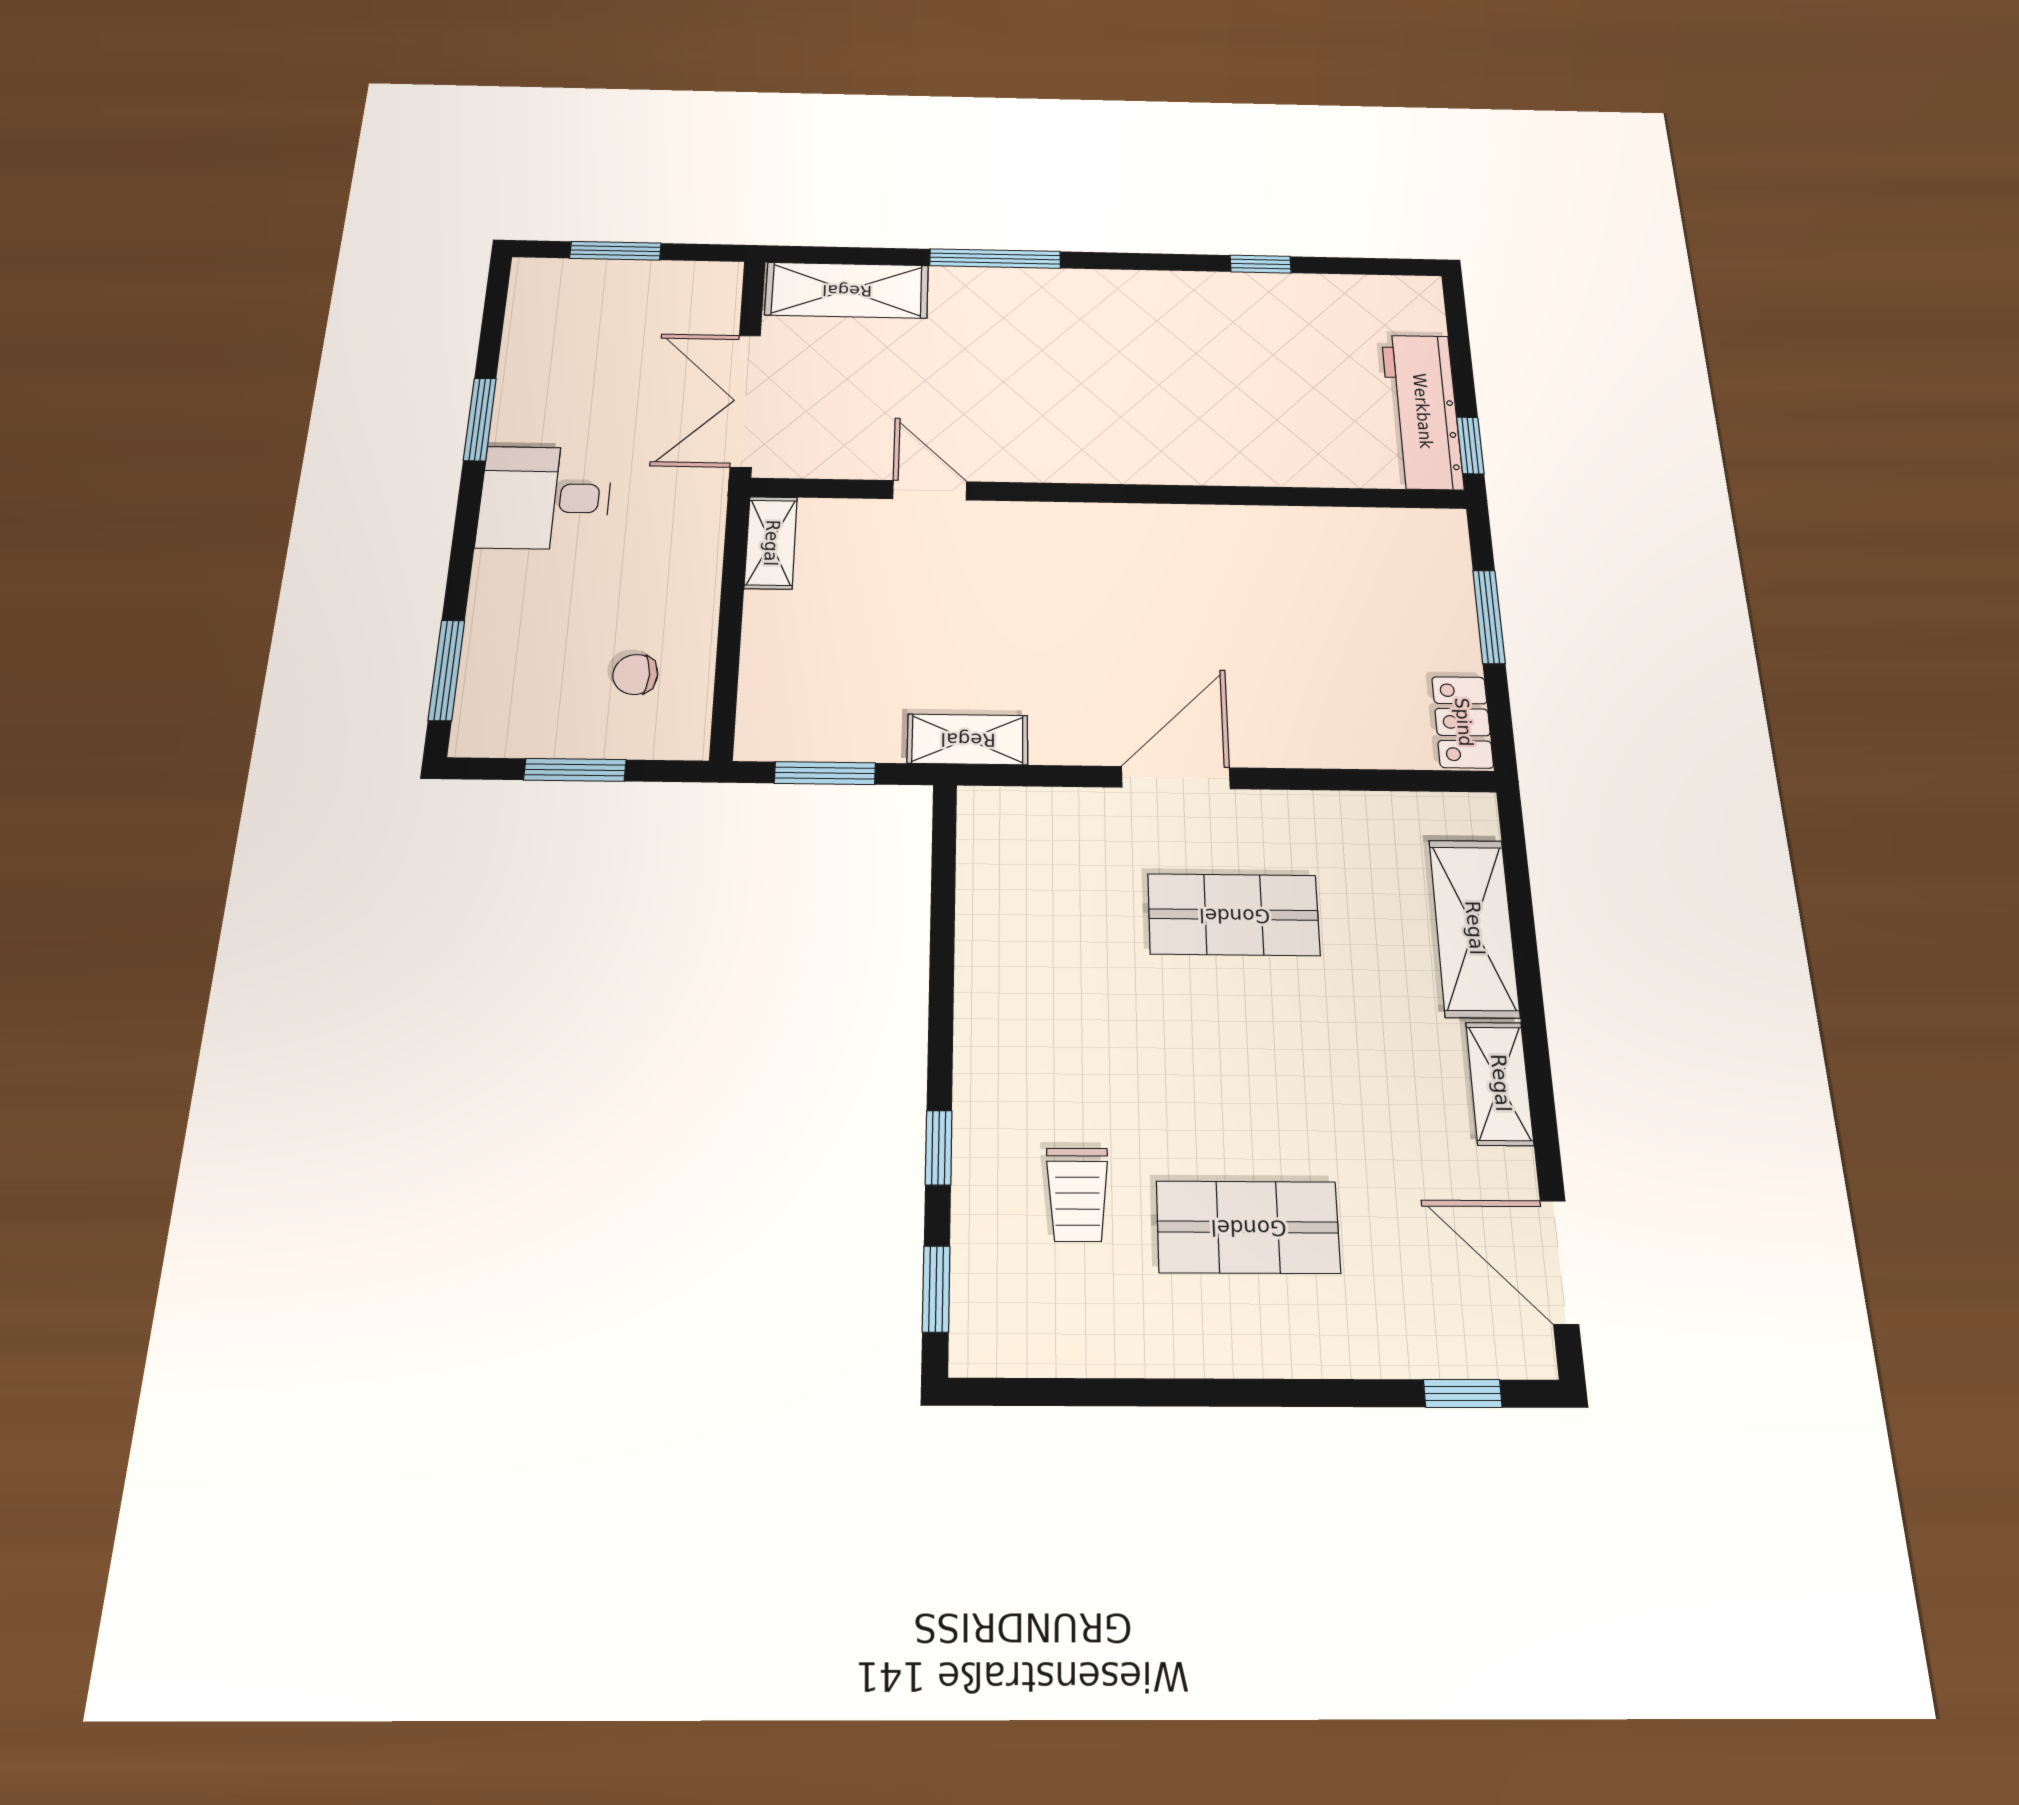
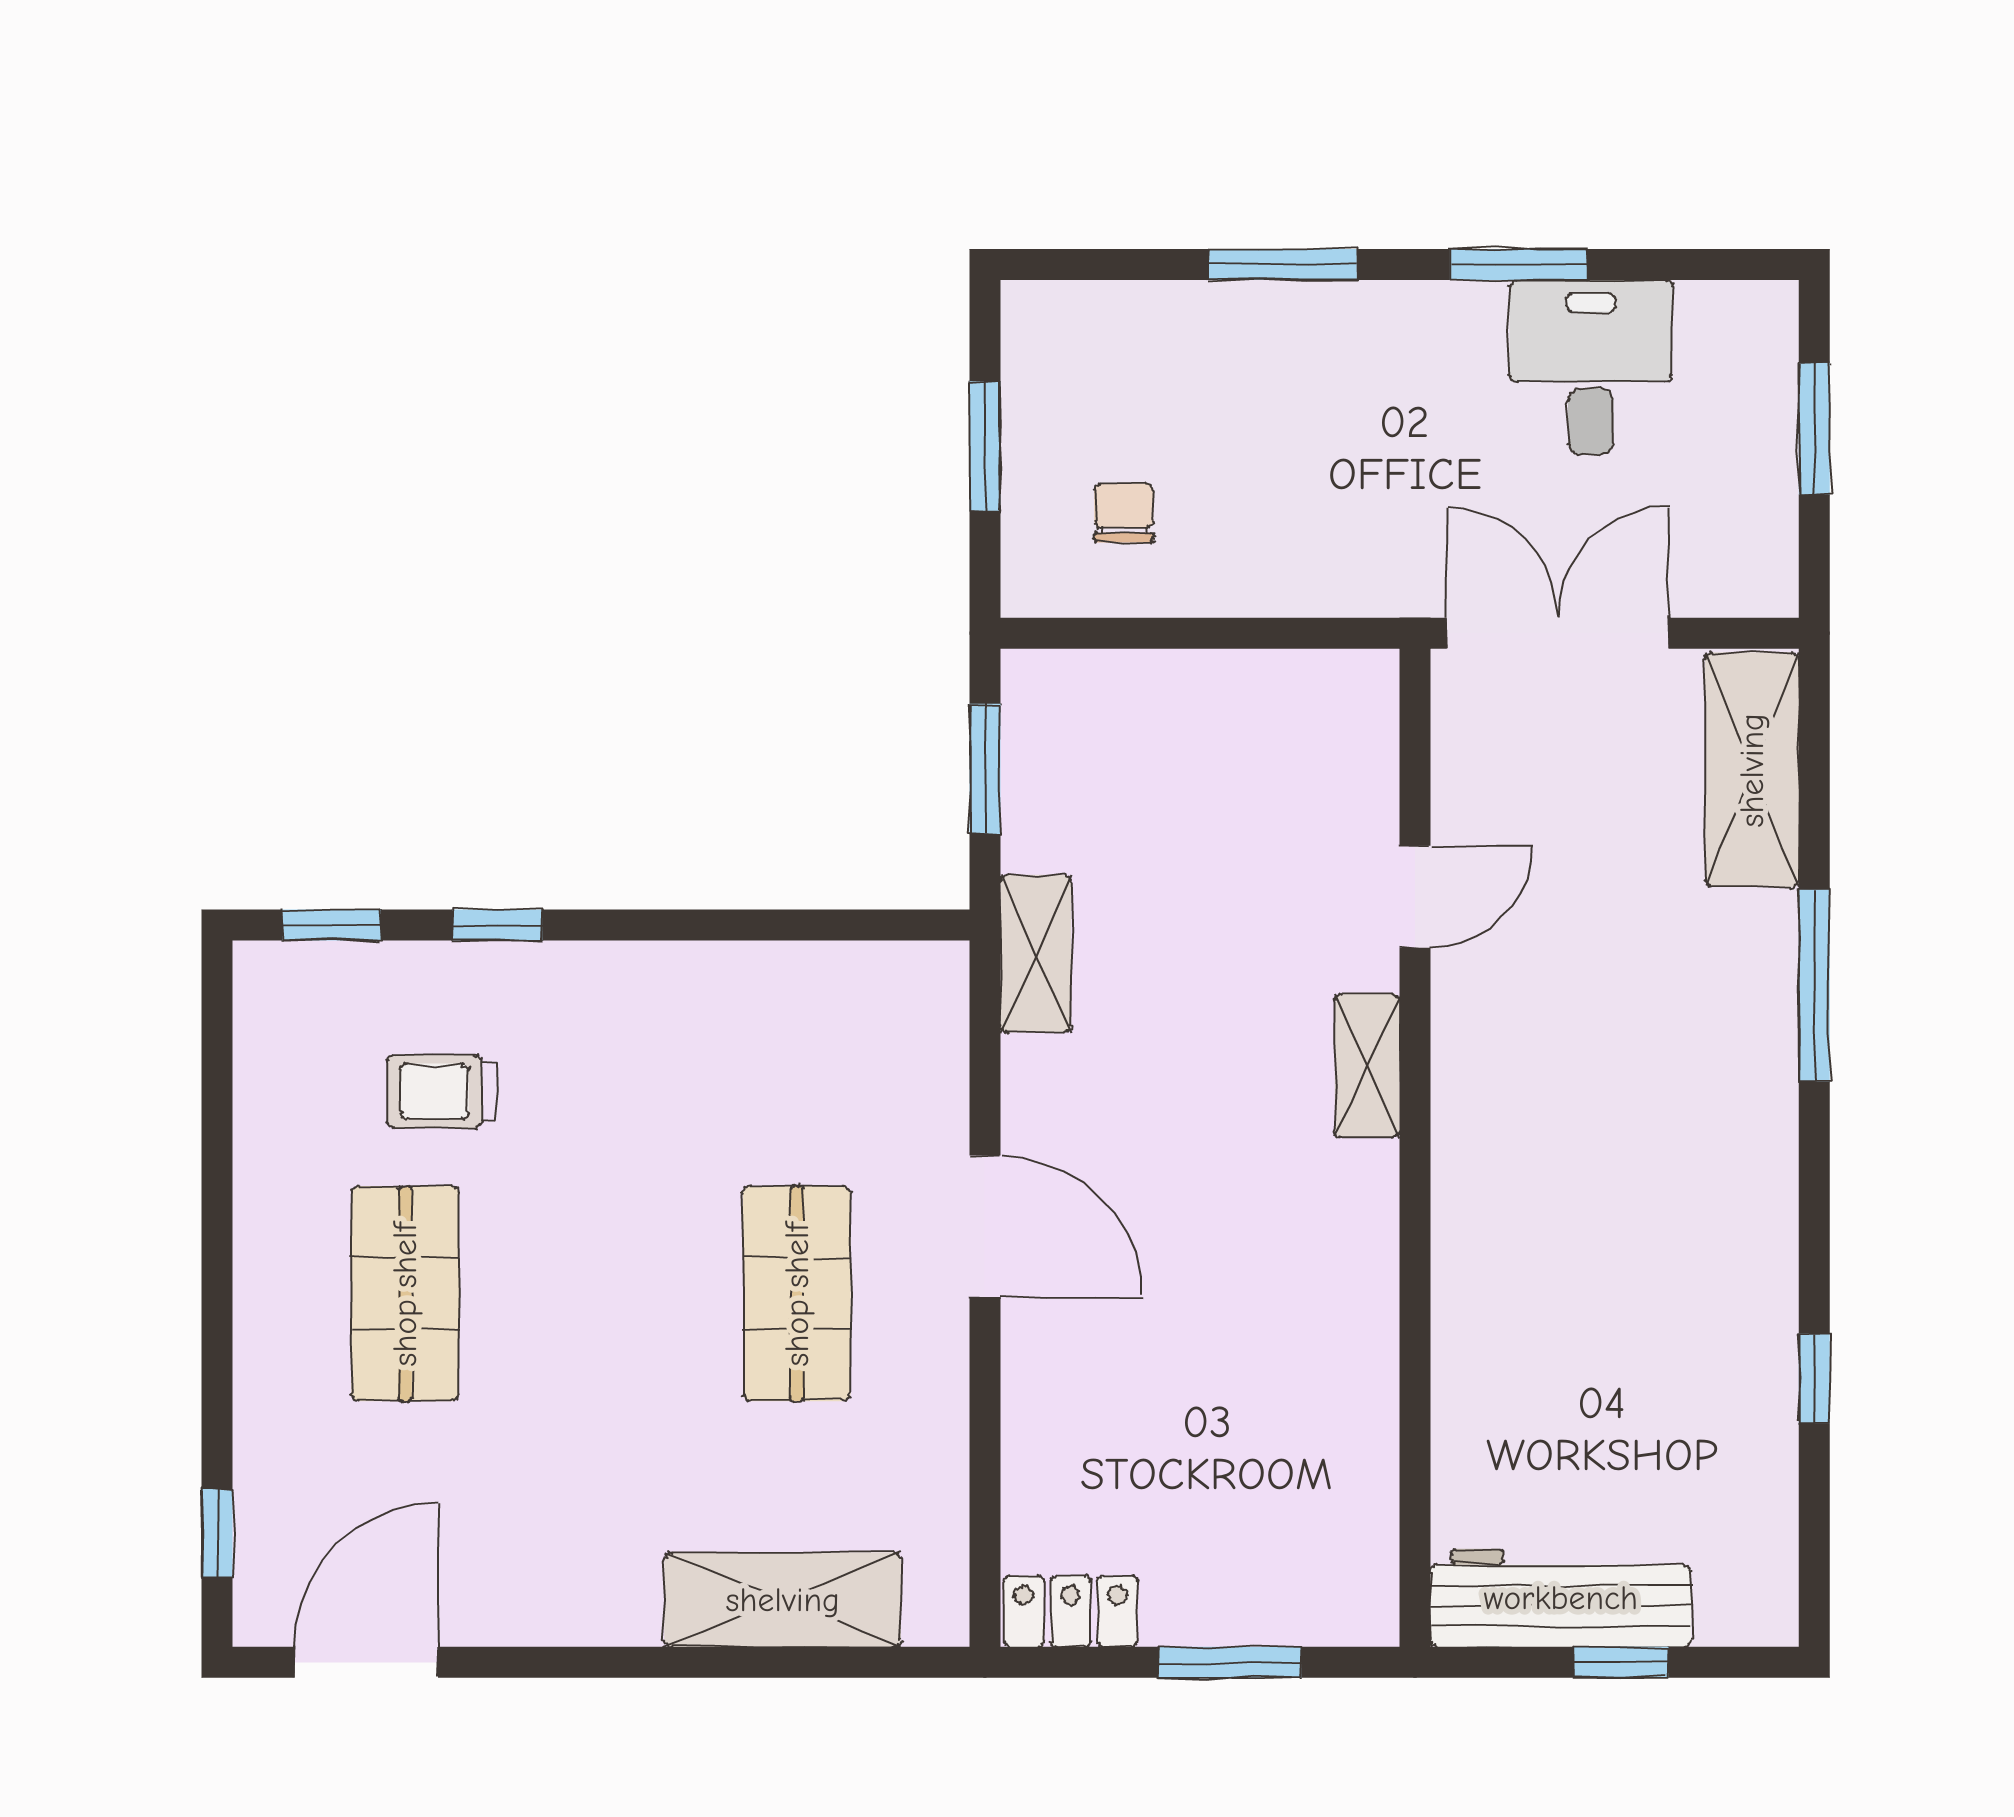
window: (1470, 445) -> (1621, 1662), moved
desk: (545, 498) -> (1591, 367), moved
shelving: (771, 543) -> (1367, 1065), moved, turned 90
window: (447, 670) -> (1283, 265), moved
shelving: (1500, 1083) -> (581, 1612), removed

